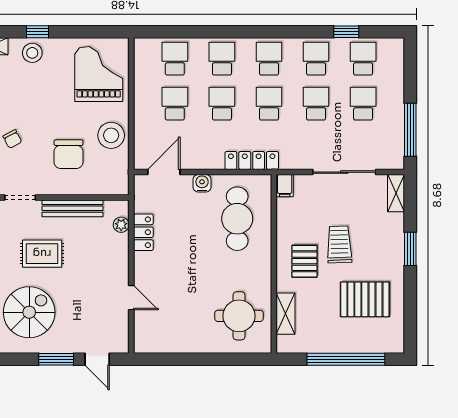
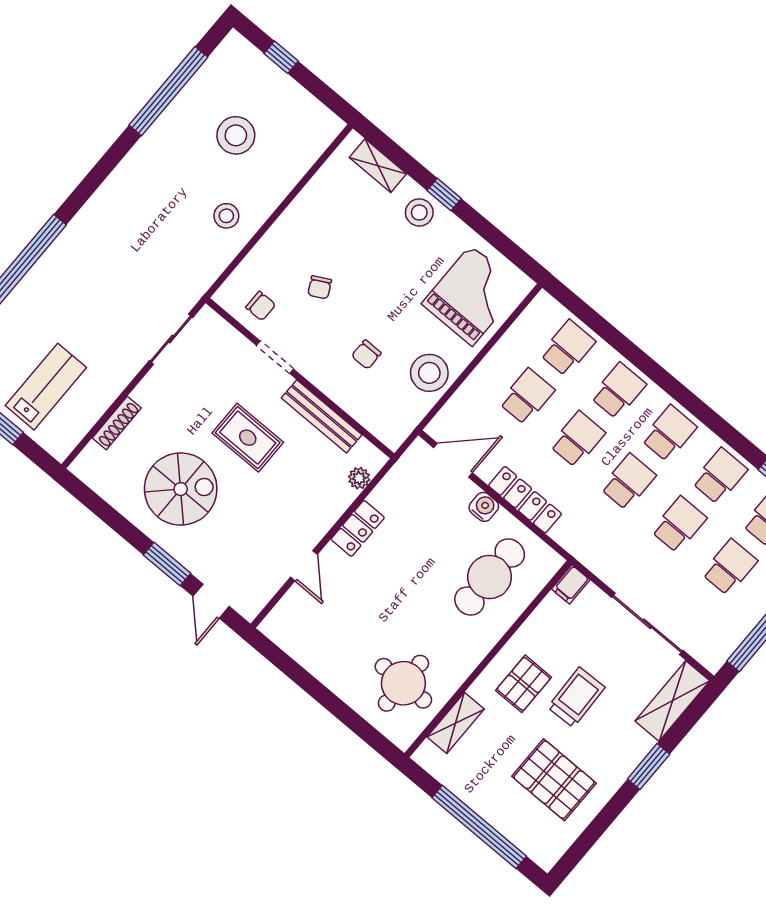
chair: (68, 154) -> (366, 355), width x0.54, depth x0.54
locker: (252, 160) -> (525, 500), moved
shelving: (396, 193) -> (672, 701), width x1.50, depth x1.33
locker: (143, 232) -> (358, 528), moved

